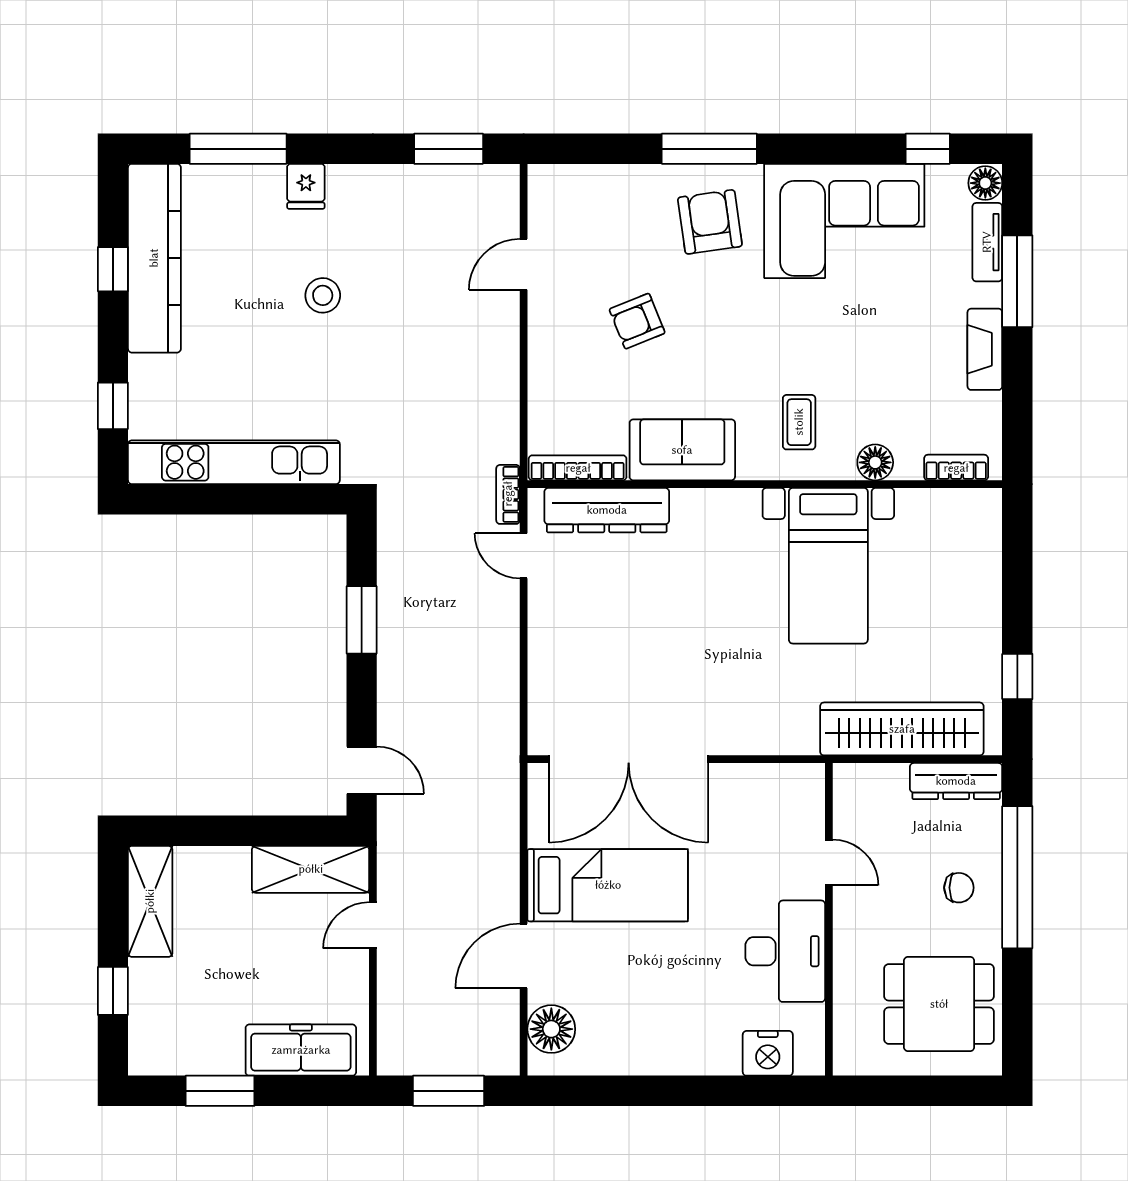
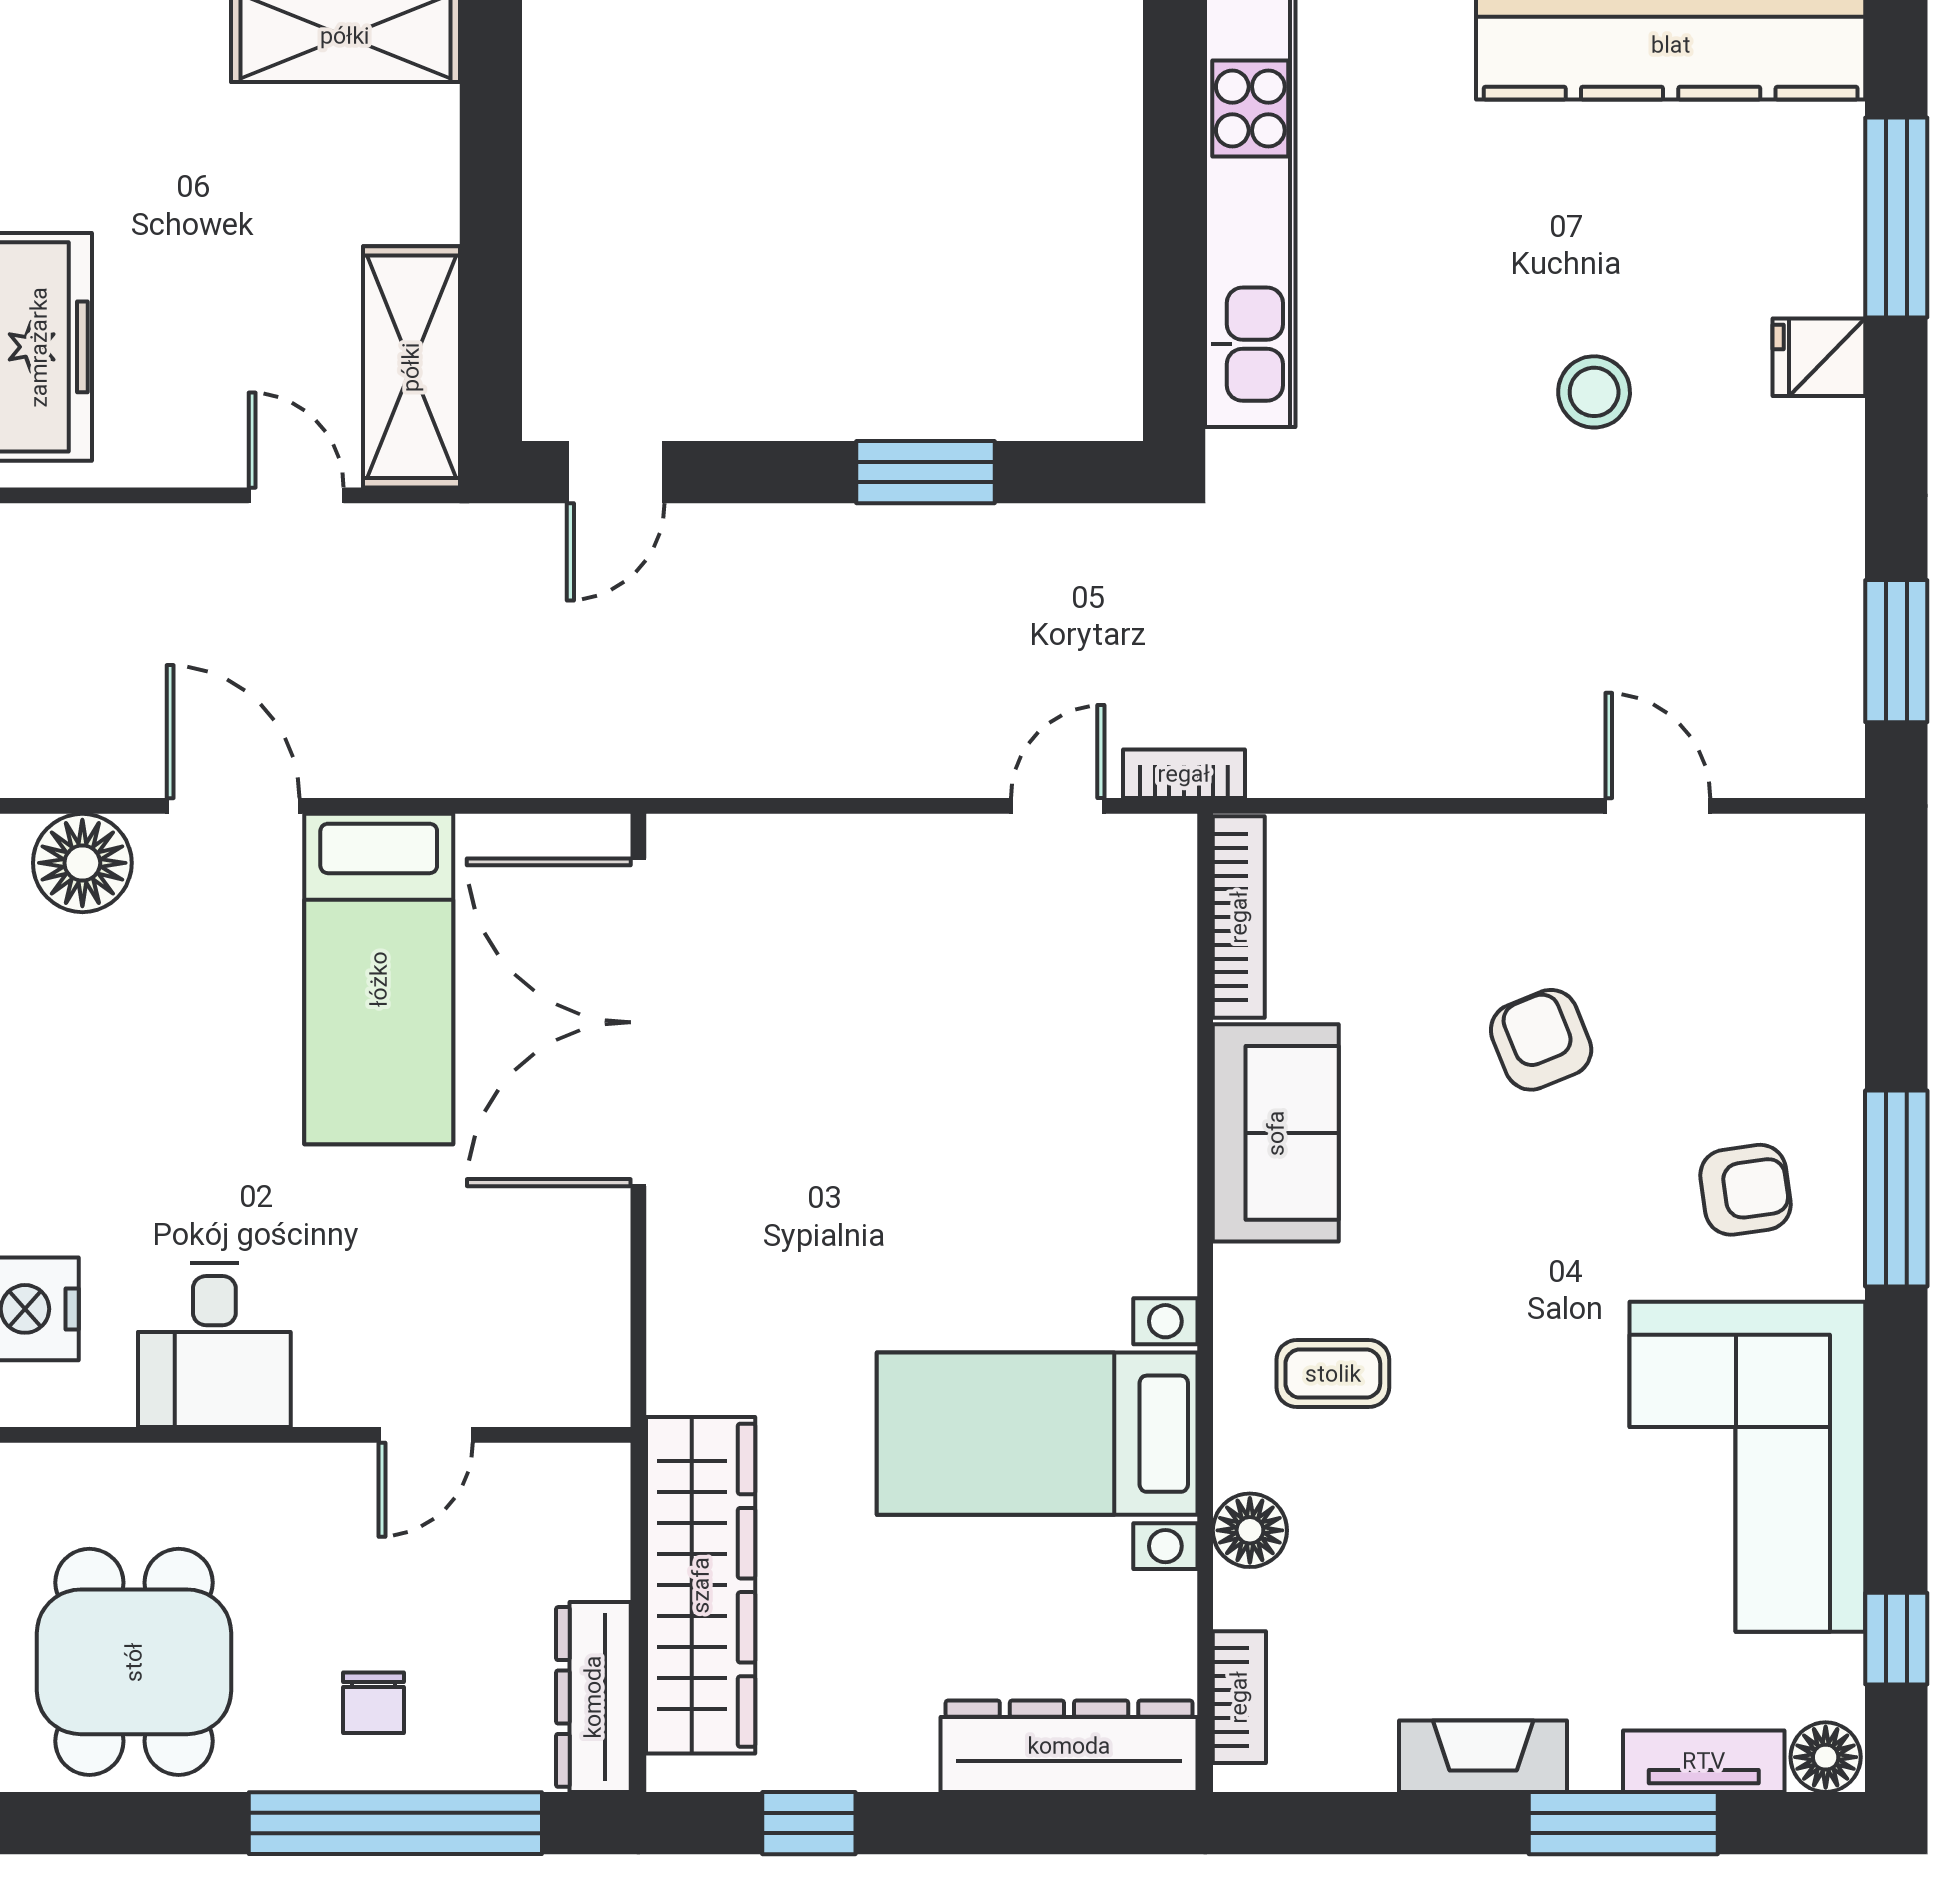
armchair: (710, 222) -> (1746, 1190), width x0.72, depth x0.72
dresser: (607, 510) -> (1069, 1746), moved, turned 90
desk: (785, 951) -> (214, 1345), width x0.73

